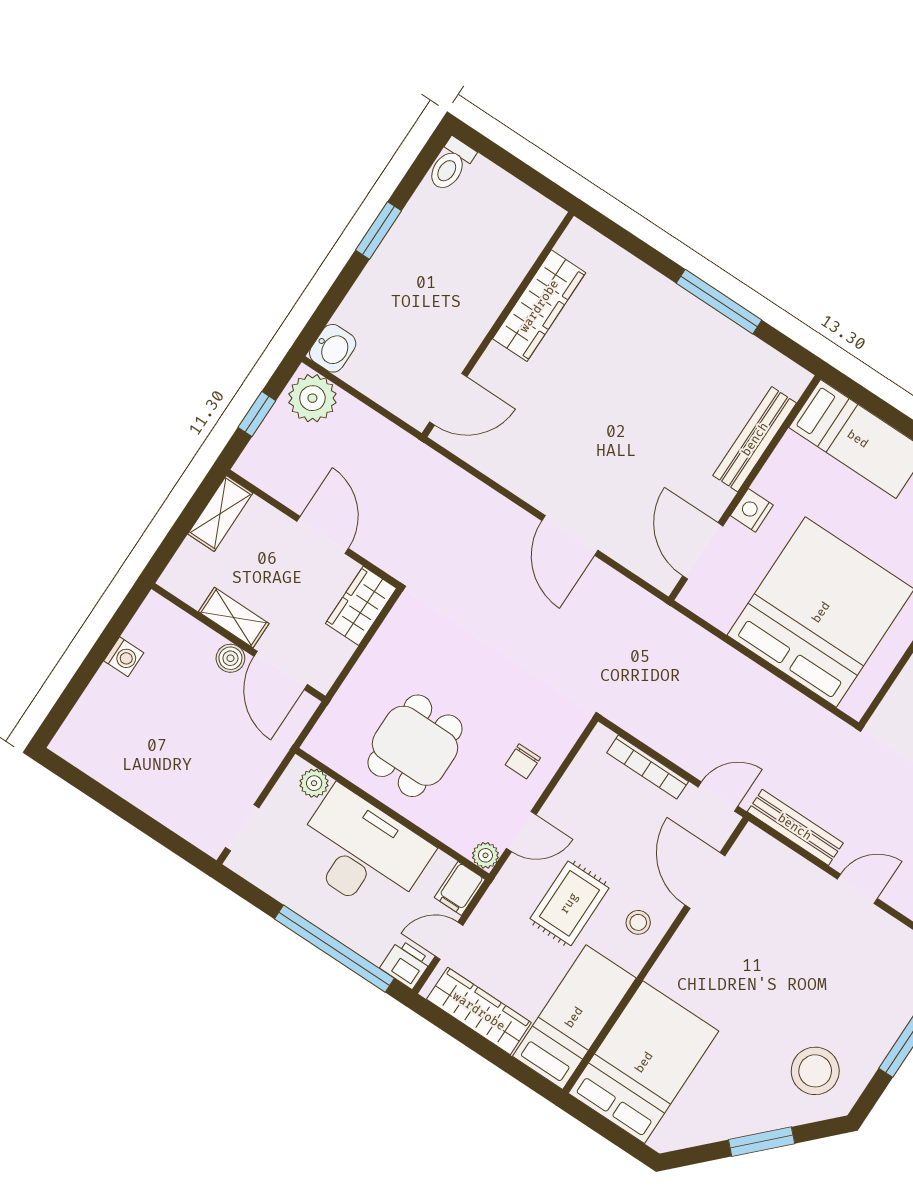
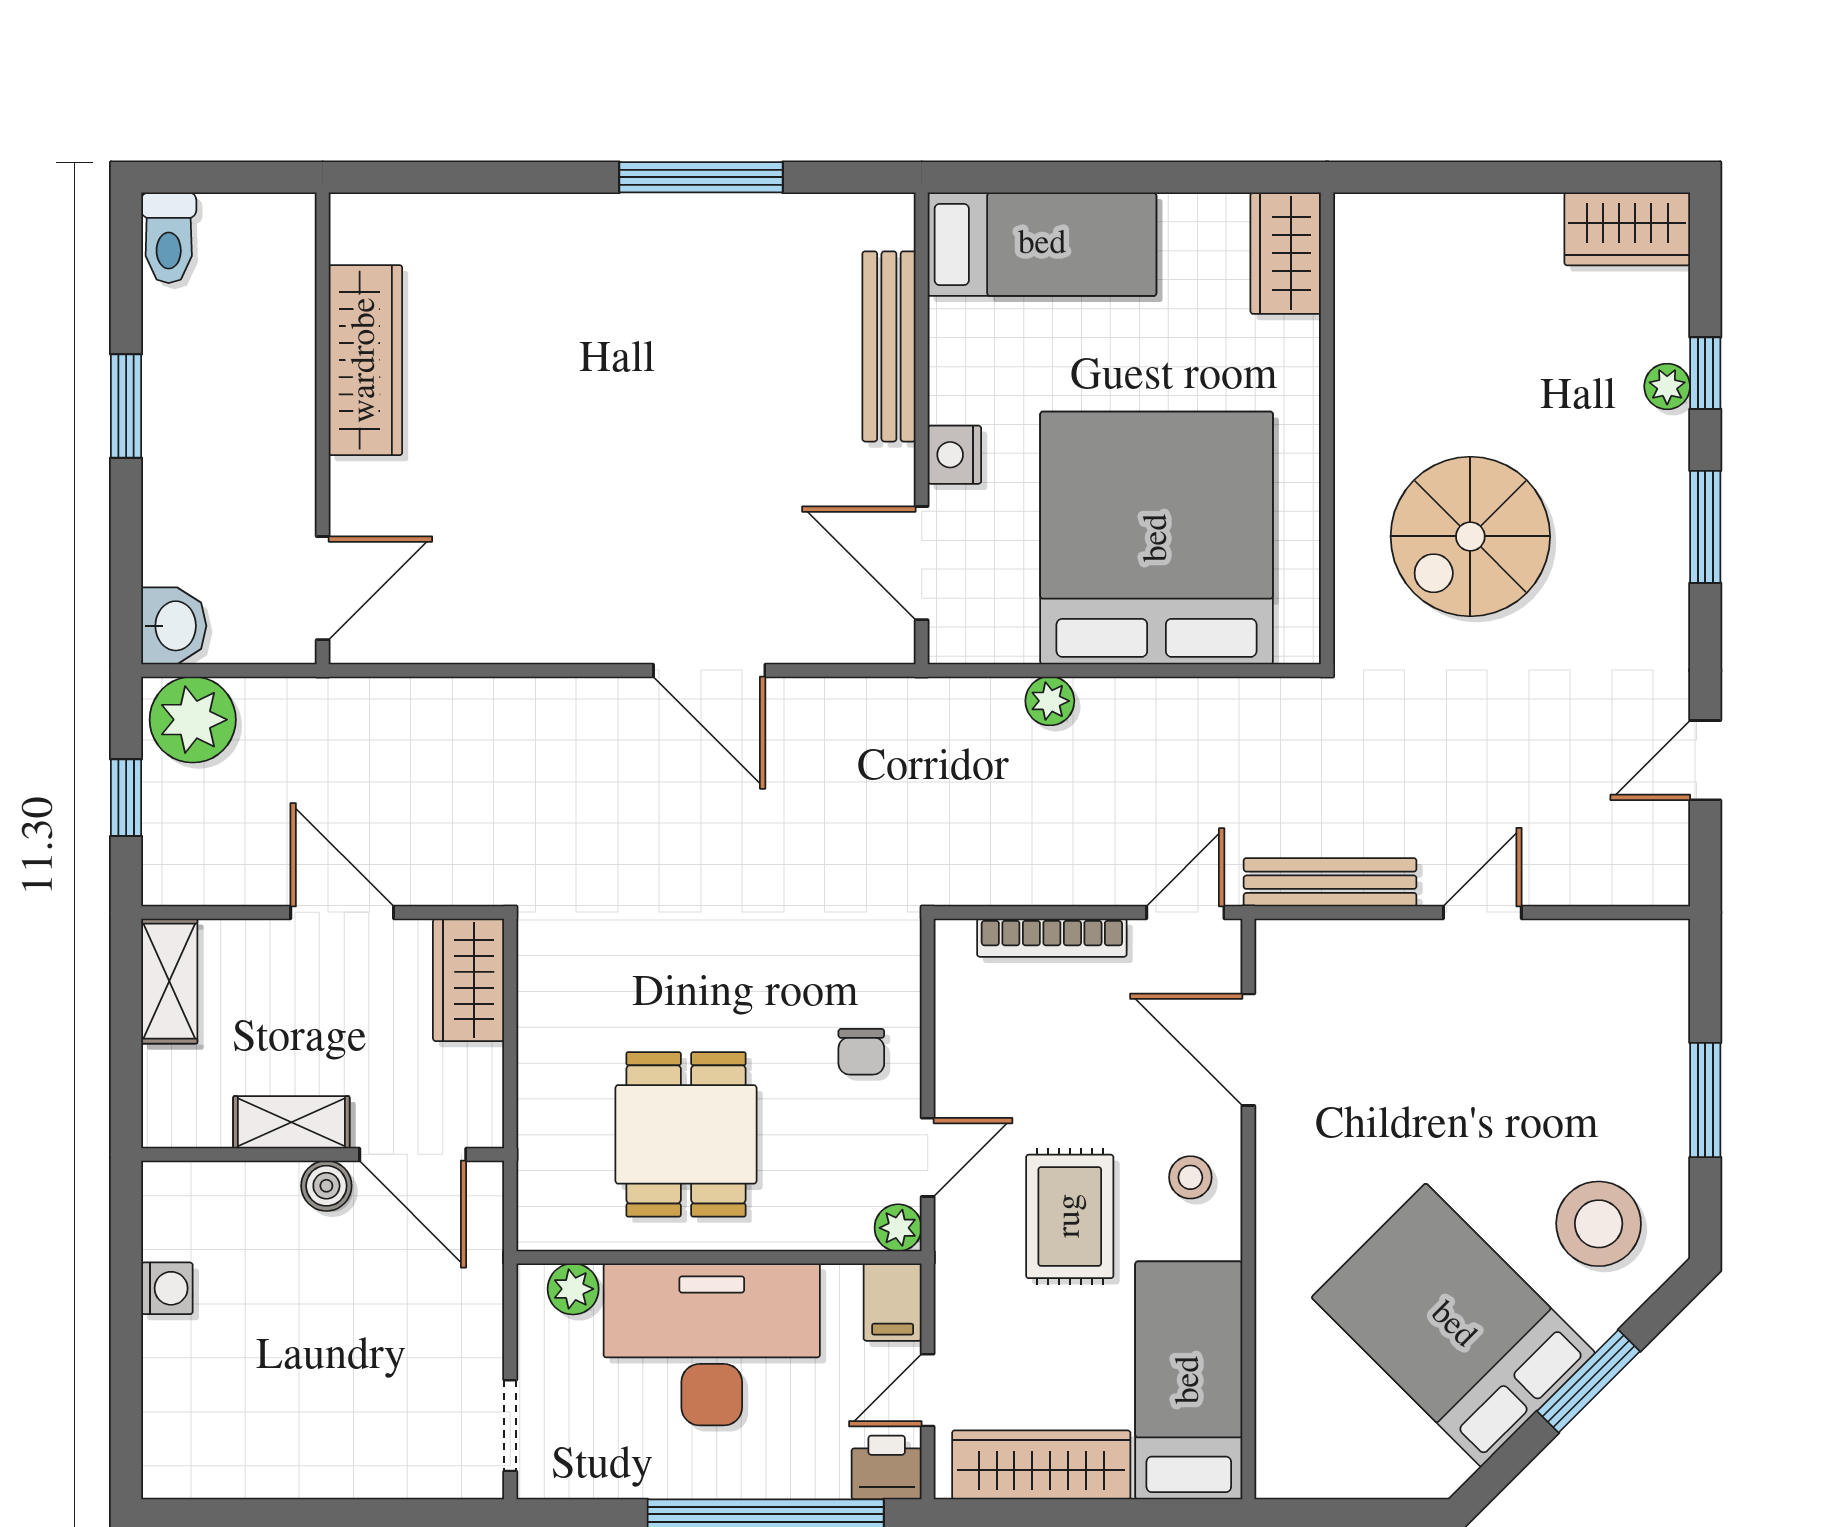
wardrobe: (539, 306) -> (365, 360), moved
wall: (498, 324) -> (323, 428), moved
door: (448, 399) -> (323, 588), moved
plant: (720, 655) -> (1050, 701), added
bed: (644, 1062) -> (1453, 1325), moved, turned -45

